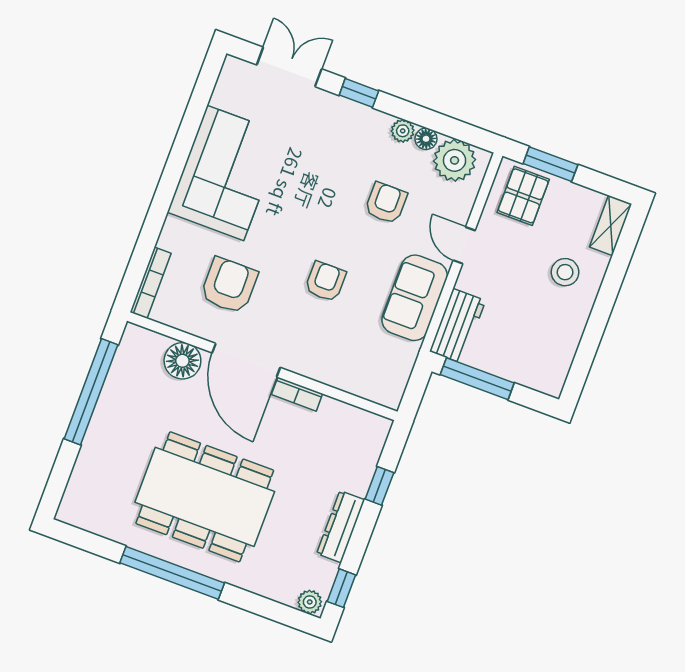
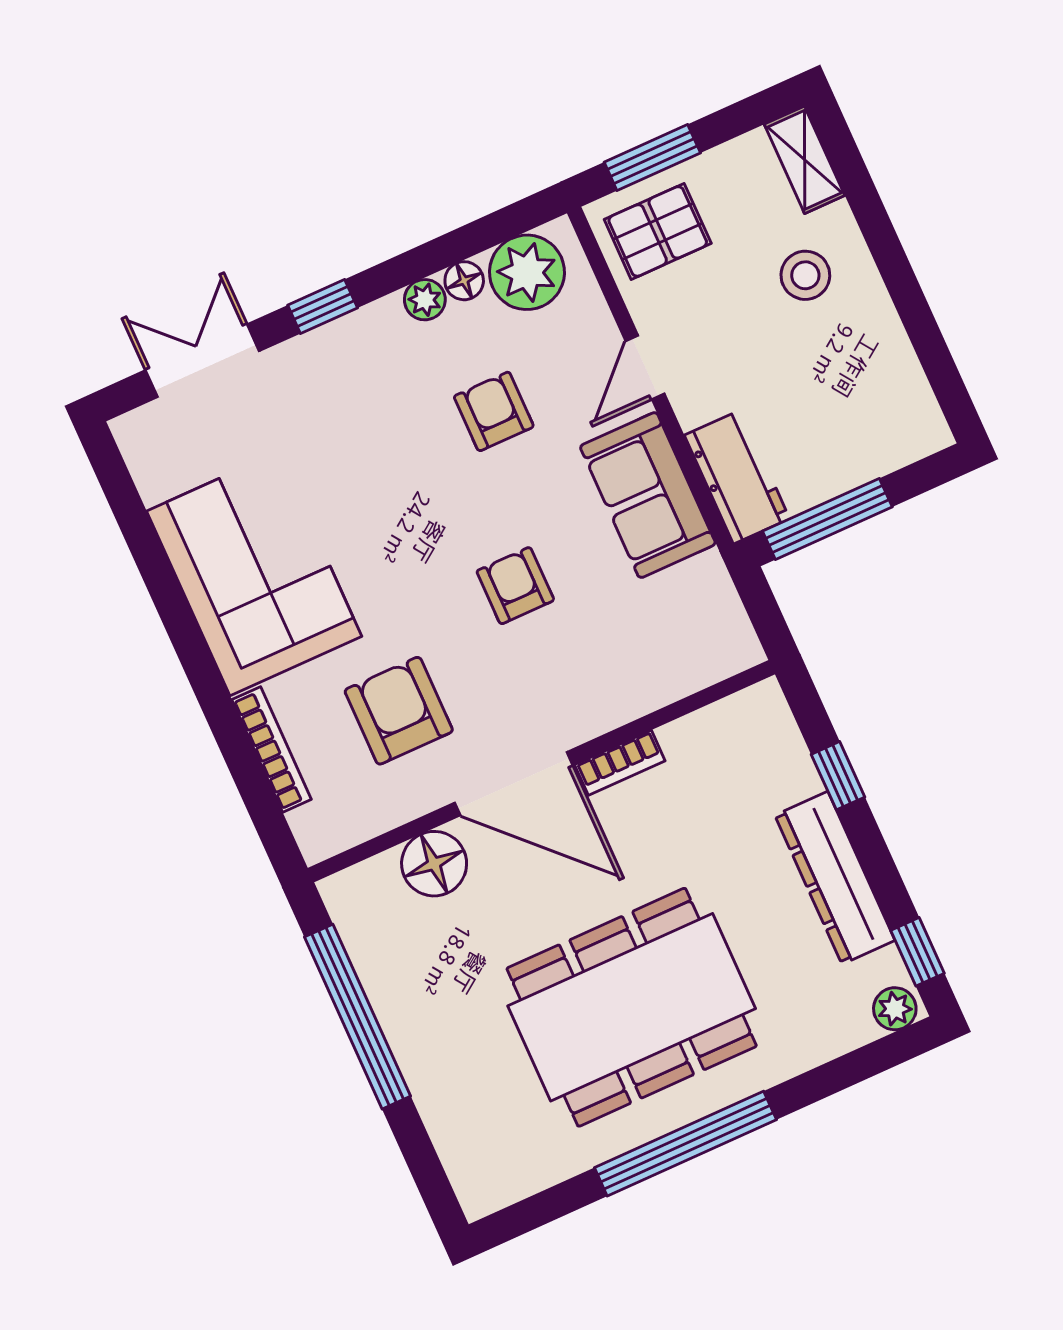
pallet: (523, 196) -> (658, 231), turned 90
door: (464, 245) -> (645, 367), hinge flipped
bookcase: (151, 283) -> (272, 750), moved
dresser: (341, 527) -> (835, 878), width x1.37, depth x1.24

